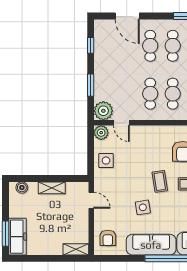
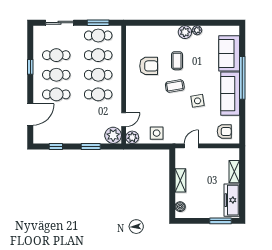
freezer: (17, 237) -> (232, 200), moved, turned -90
shelving: (76, 249) -> (234, 172), moved

